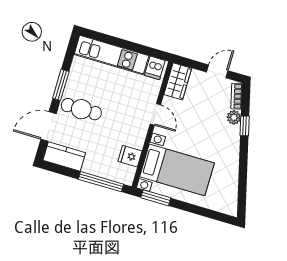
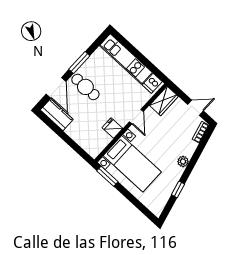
plant: (234, 117) -> (183, 161), moved
door: (49, 126) -> (56, 88), swing flipped
window: (245, 126) -> (178, 189), moved
fridge: (130, 156) -> (112, 128), moved
window: (101, 182) -> (74, 146), removed

